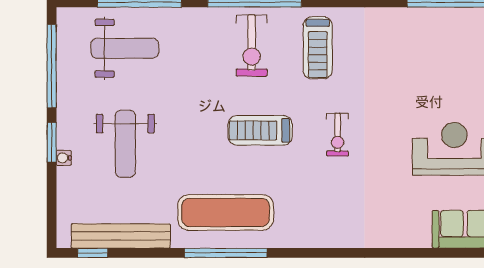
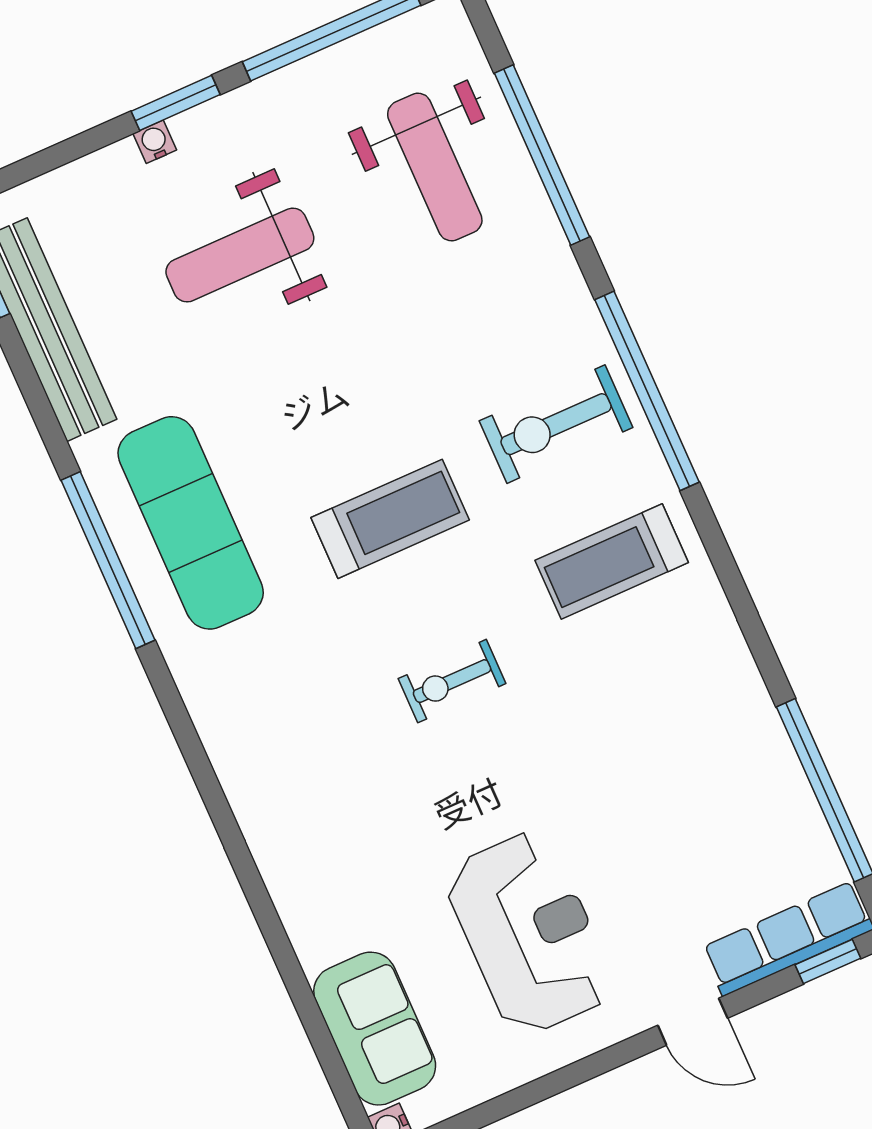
treadmill: (260, 130) -> (390, 519), turned 90

